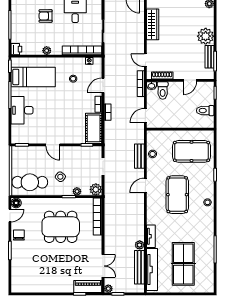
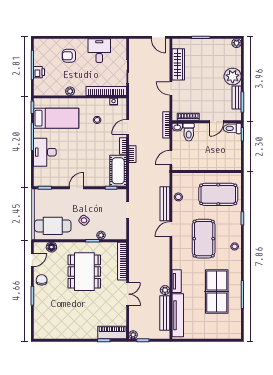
printer: (16, 49) -> (39, 72), moved
door: (145, 60) -> (171, 89), moved
toilet: (205, 111) -> (232, 128), moved
door: (53, 145) -> (76, 188), swing flipped
bench: (139, 156) -> (165, 204), width x1.36
plant: (96, 189) -> (120, 233), removed
floor lamp: (16, 203) -> (51, 247), moved
dining table: (61, 227) -> (84, 272), turned 90
table tennis table: (183, 264) -> (217, 292), moved
double door: (103, 266) -> (128, 294), moved

